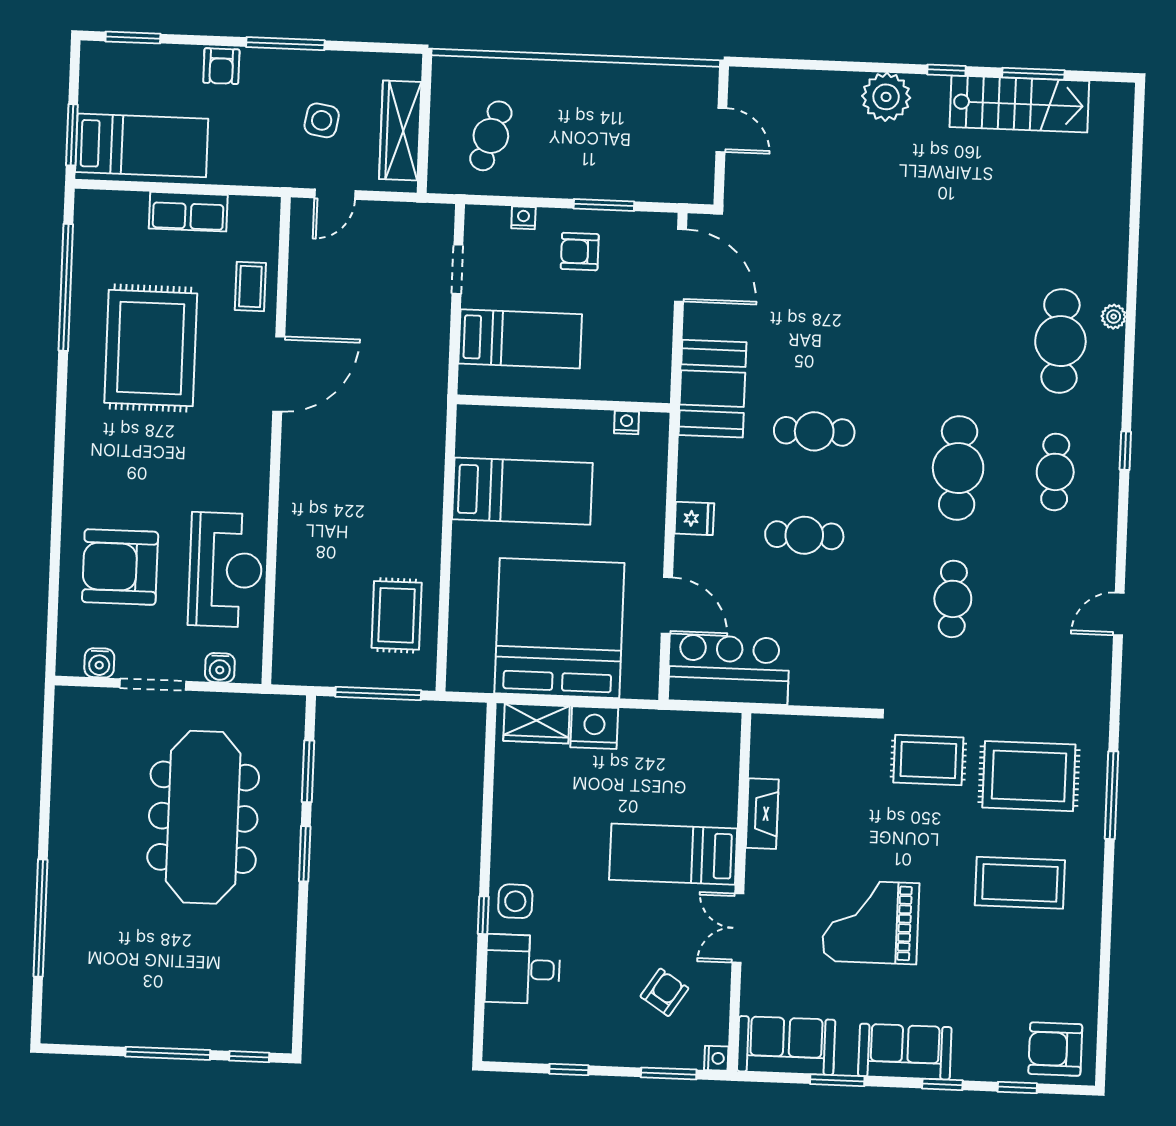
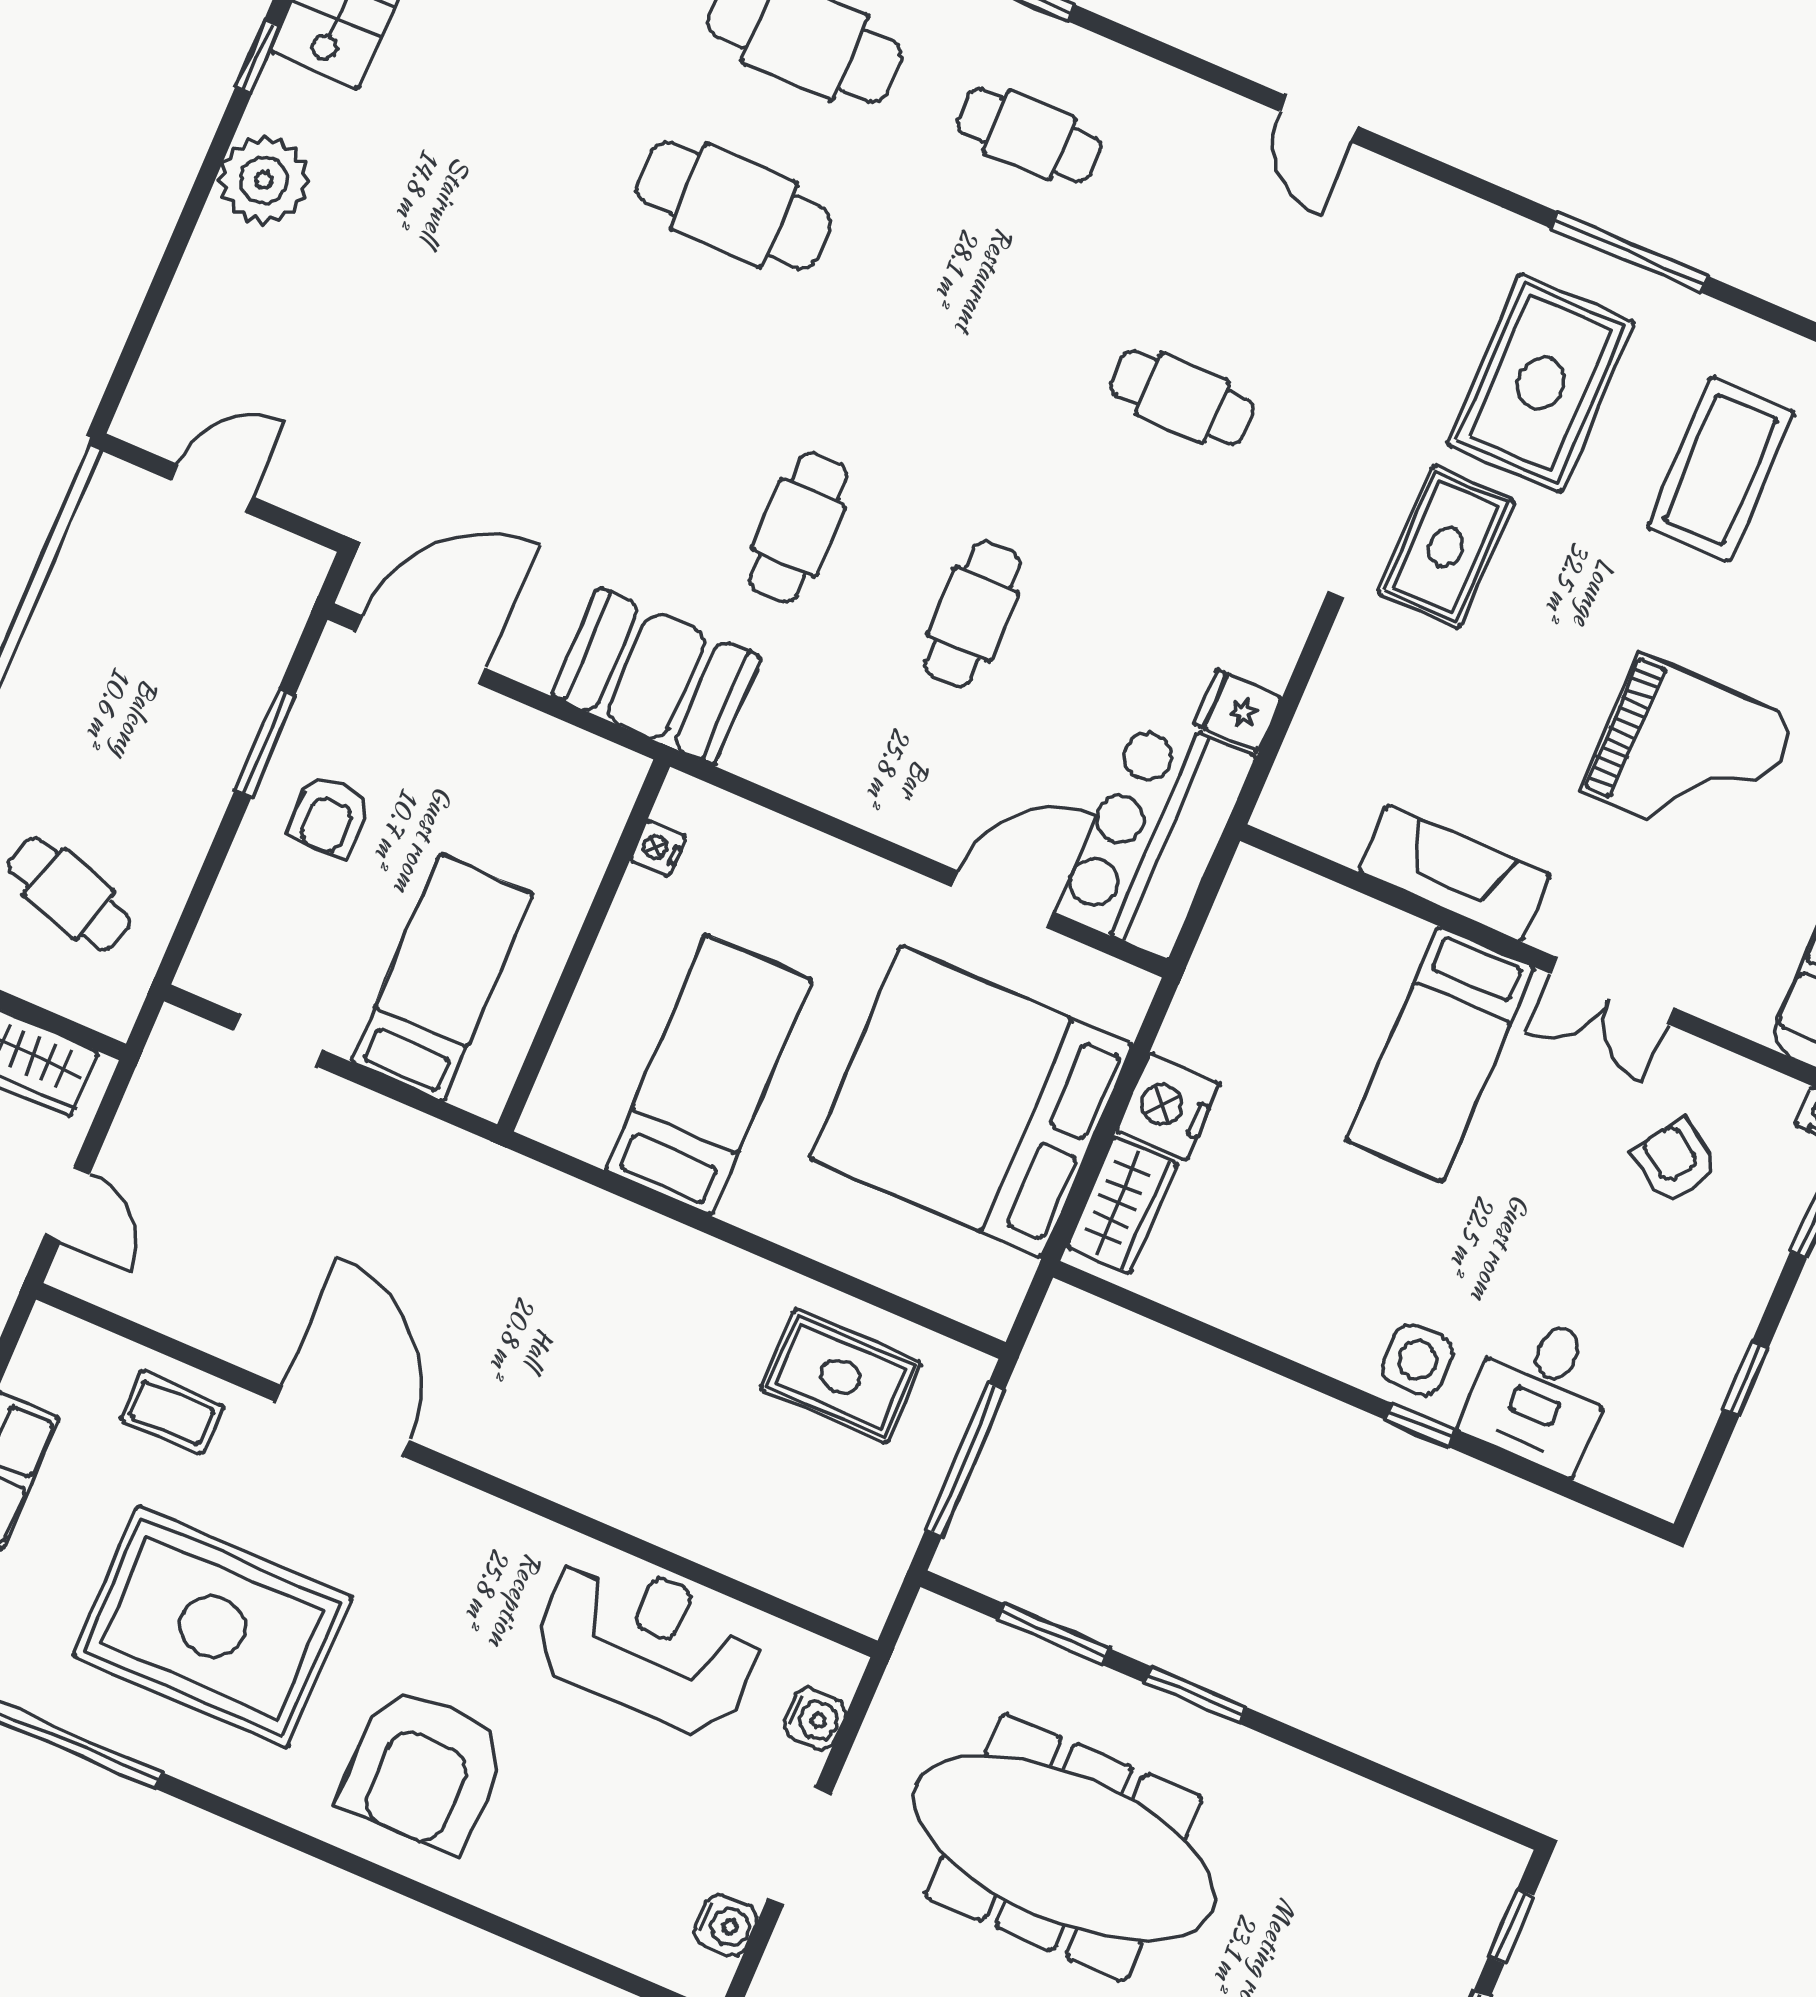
nightstand: (523, 218) -> (233, 892), removed
cafe table: (958, 468) -> (733, 205), moved
fridge: (694, 518) -> (1238, 711), moved, turned -90
armchair: (120, 567) -> (423, 1769), moved
fireplace: (762, 814) -> (1455, 873), width x1.37, depth x1.32
grand piano: (871, 922) -> (1690, 755), turned -90

